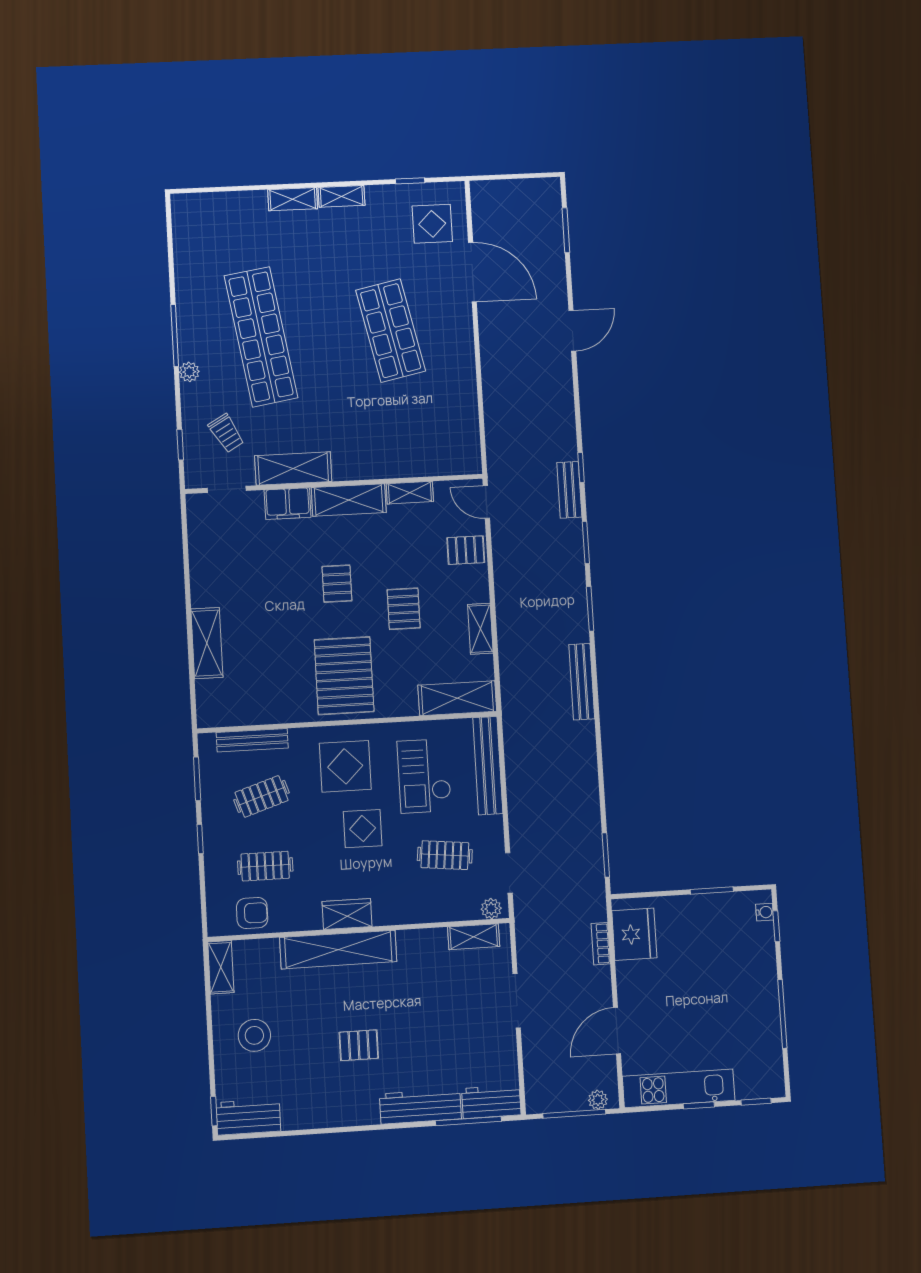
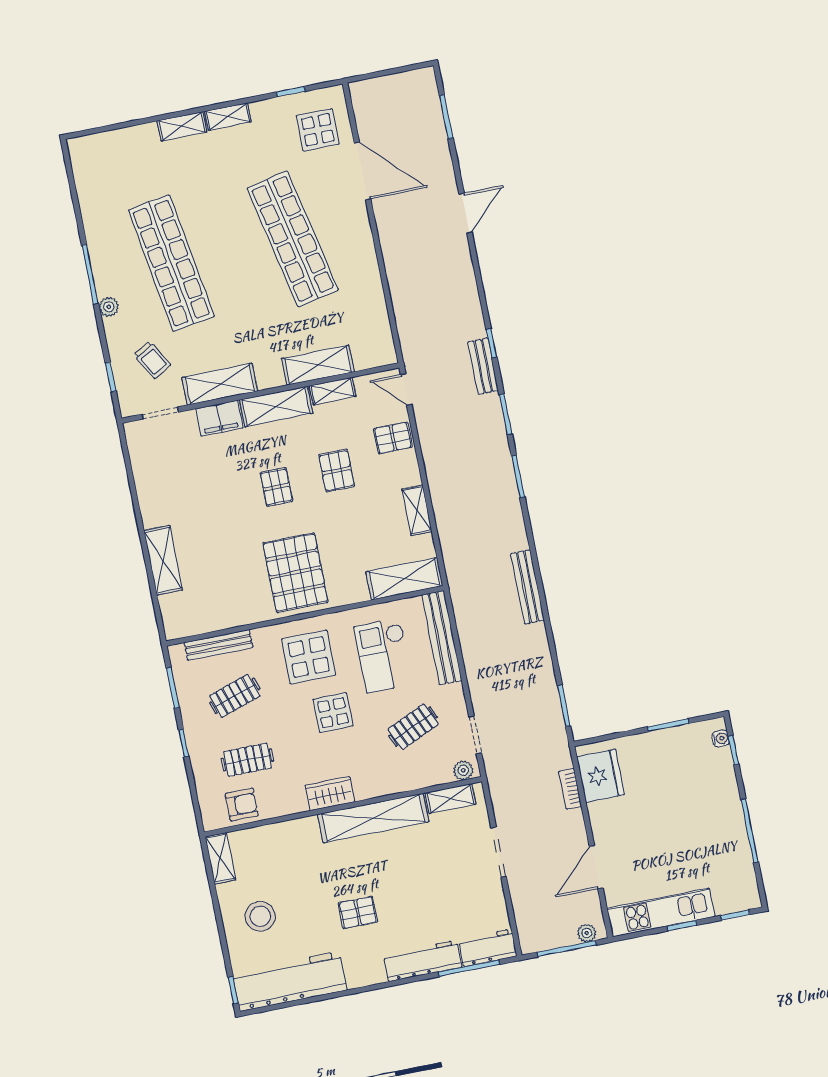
shop shelf: (391, 331) -> (293, 239), width x1.40
shelving: (398, 464) -> (318, 365), added
pallet: (404, 609) -> (337, 470), moved
bench: (582, 682) -> (527, 587), moved
clothes rail: (445, 855) -> (413, 727), turned -30
shelving: (338, 950) -> (373, 818), moved
workbench: (248, 1117) -> (290, 981), width x1.88, depth x1.32

